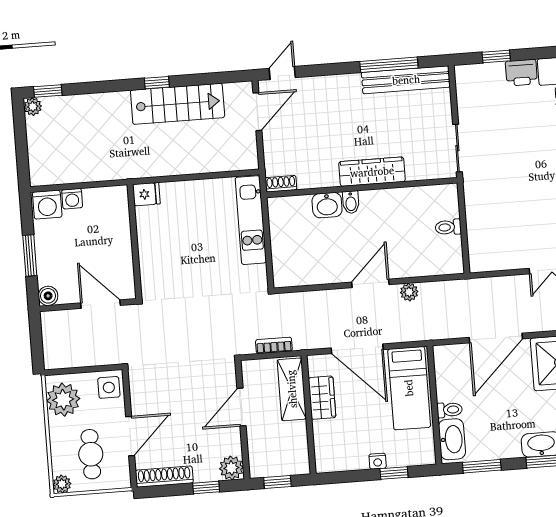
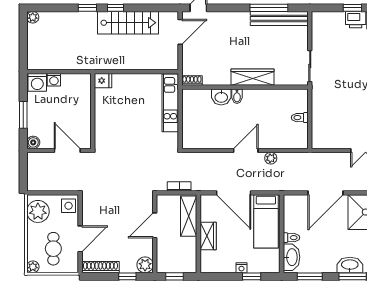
window: (496, 57) -> (352, 8), moved
window: (48, 91) -> (87, 8), moved
wardrobe: (322, 398) -> (208, 236), moved

